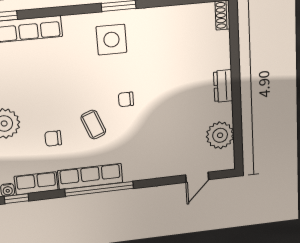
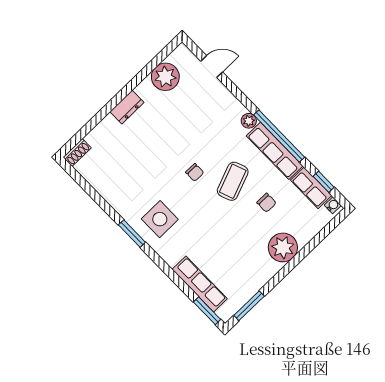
coffee table: (93, 125) -> (233, 181), width x1.36, depth x1.30
plant: (131, 174) -> (249, 121), added
window: (17, 199) -> (324, 182), moved

